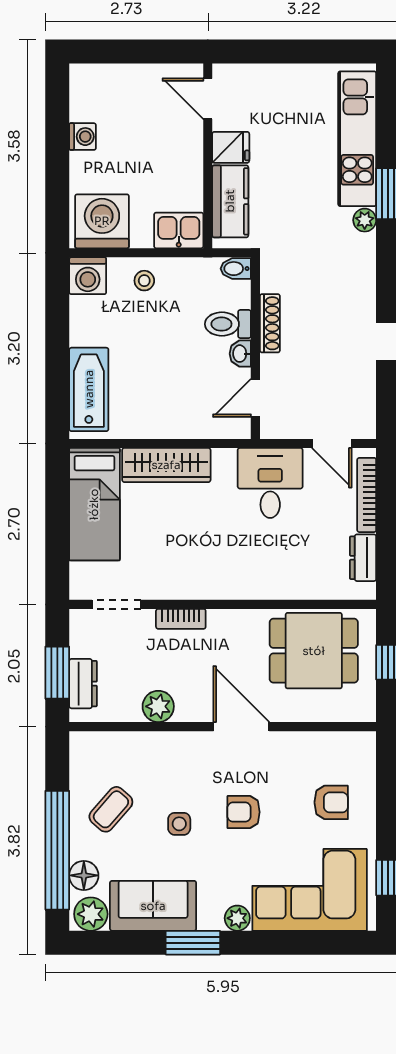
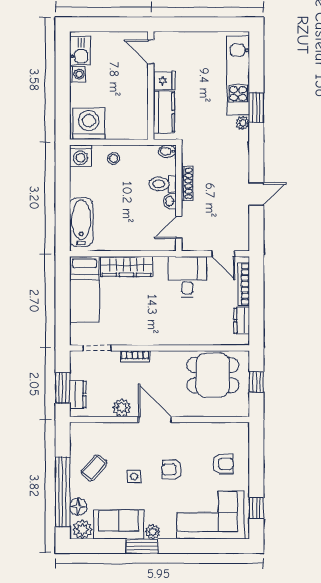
kitchen sink: (179, 230) -> (80, 51), moved, turned 90
door: (241, 727) -> (155, 420), moved
plant: (237, 918) -> (153, 532), moved

